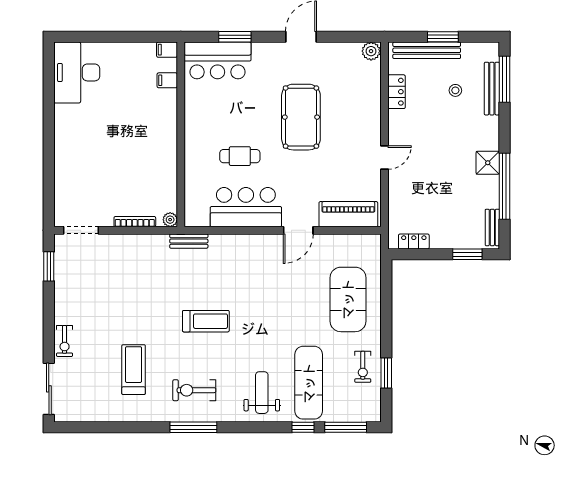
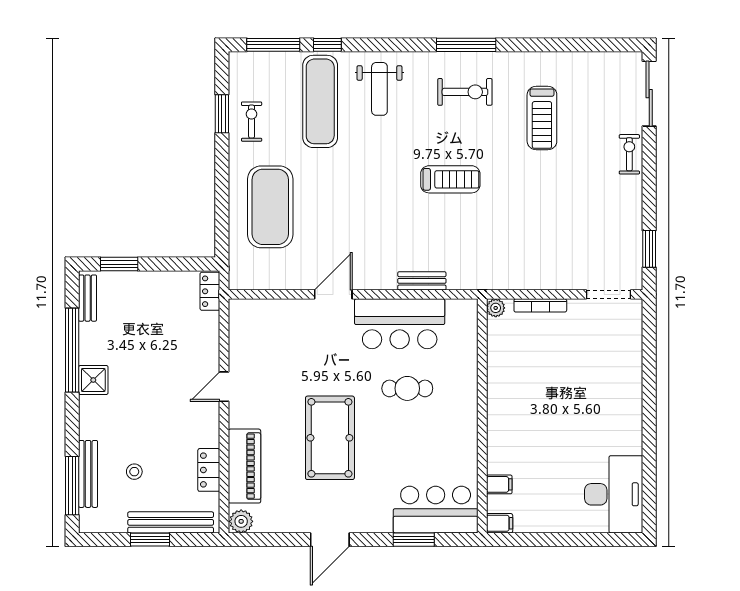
piano: (348, 214) -> (244, 466), moved, turned -90
bench: (189, 241) -> (422, 281), moved
locker: (414, 242) -> (210, 291), moved, turned 90
treadmill: (206, 321) -> (450, 179), turned 180

